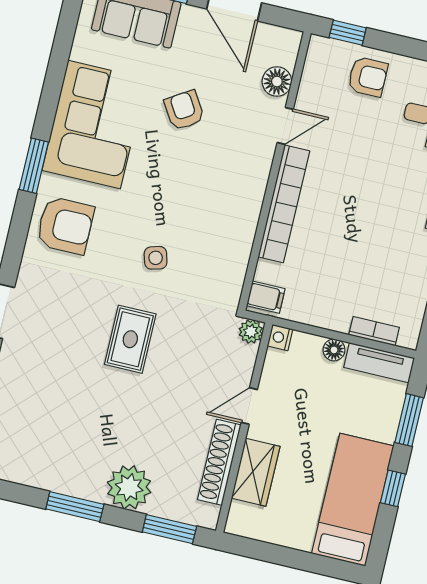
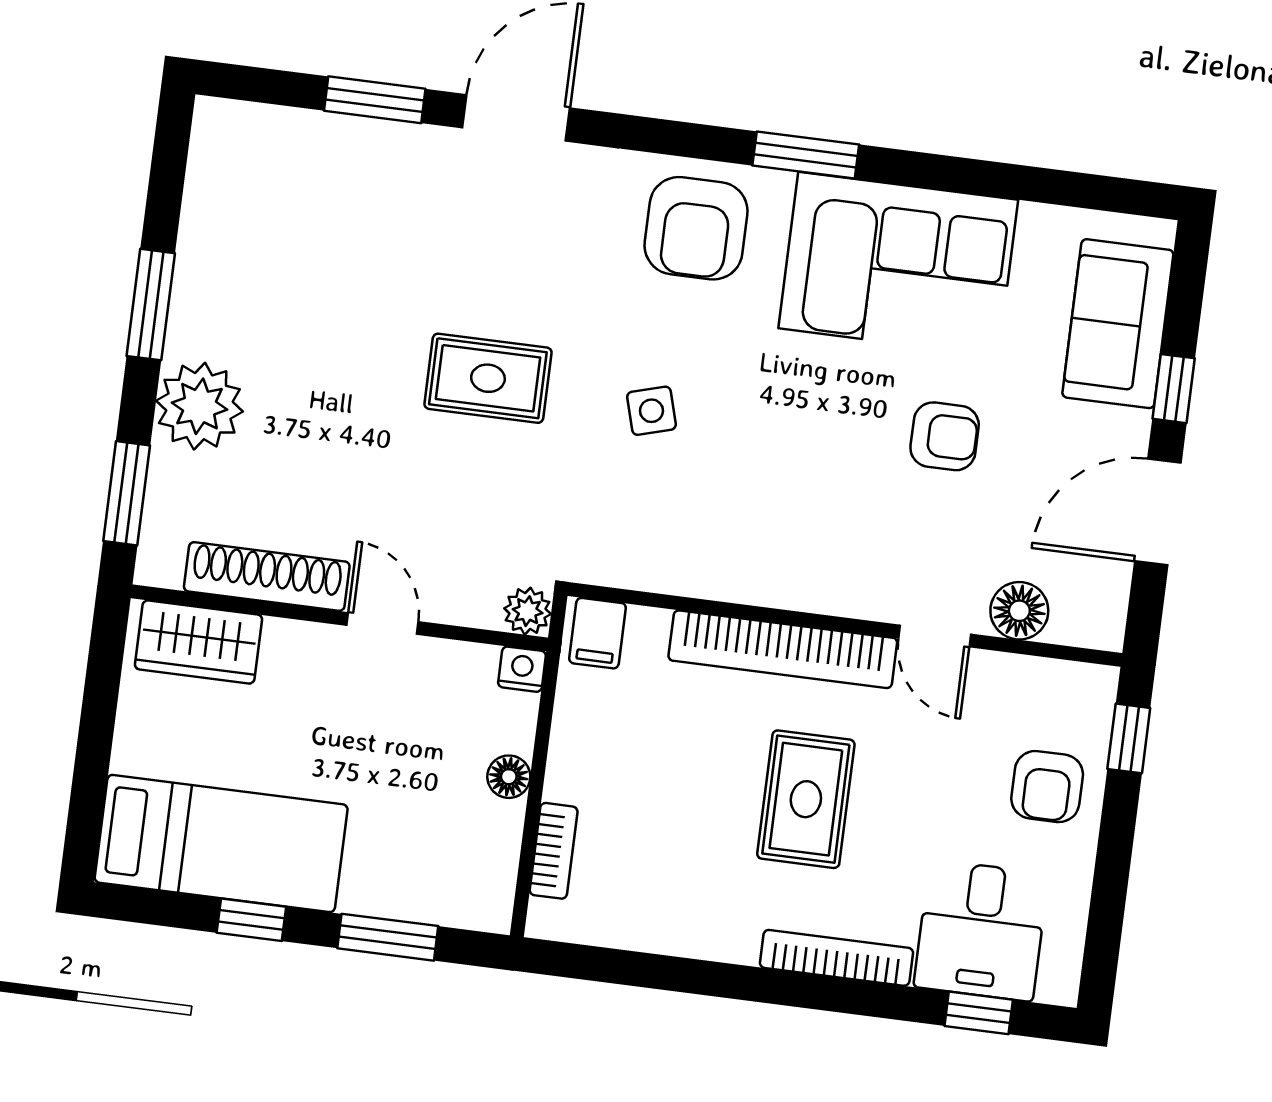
armchair: (184, 110) -> (945, 436), turned 32
rug: (361, 200) -> (806, 799), added
tv unit: (379, 363) -> (493, 867), removed
wardrobe: (256, 472) -> (198, 642), moved

